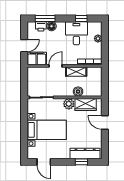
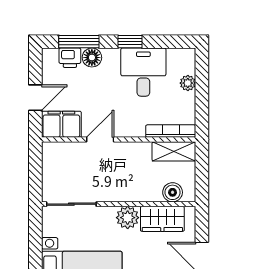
window: (81, 19) -> (130, 42), moved
shelving: (76, 72) -> (174, 151), moved
boiler: (78, 92) -> (173, 192), moved

